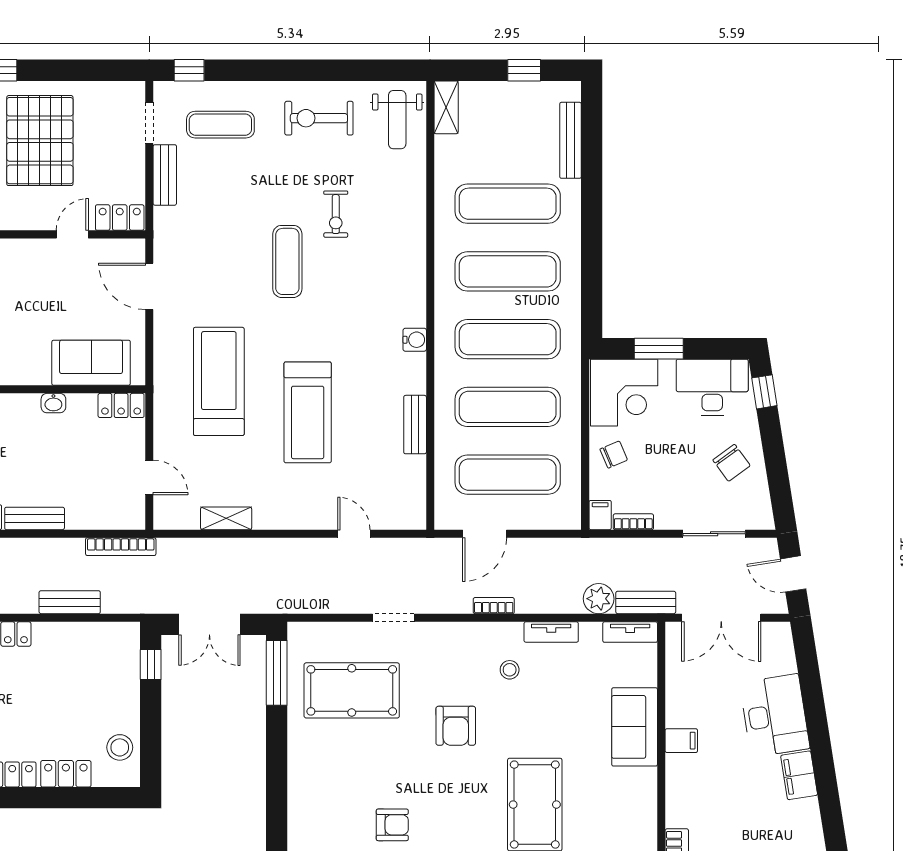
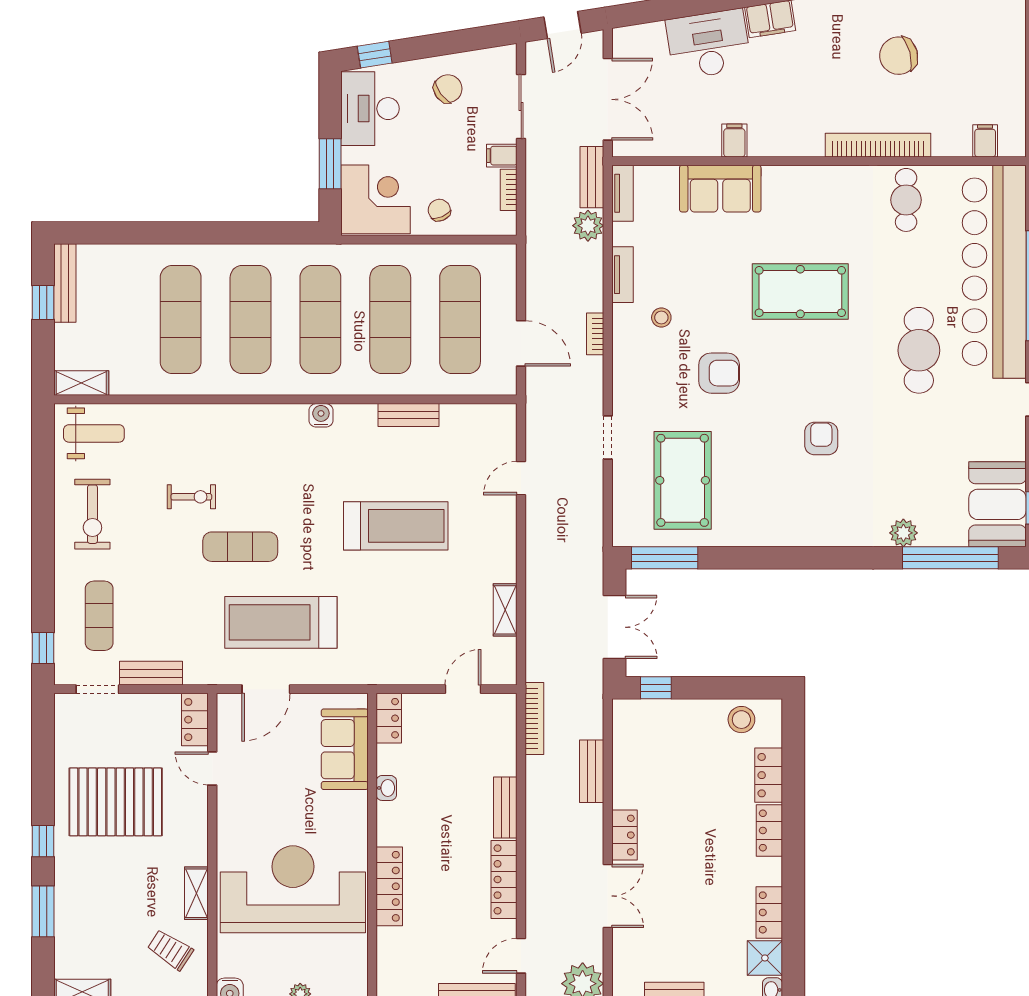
bench: (571, 140) -> (65, 283), moved, turned 90
treadmill: (219, 381) -> (281, 622), moved
filing cabinet: (600, 515) -> (502, 156), moved

